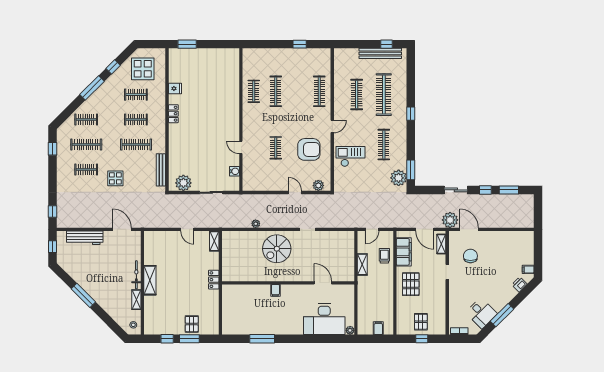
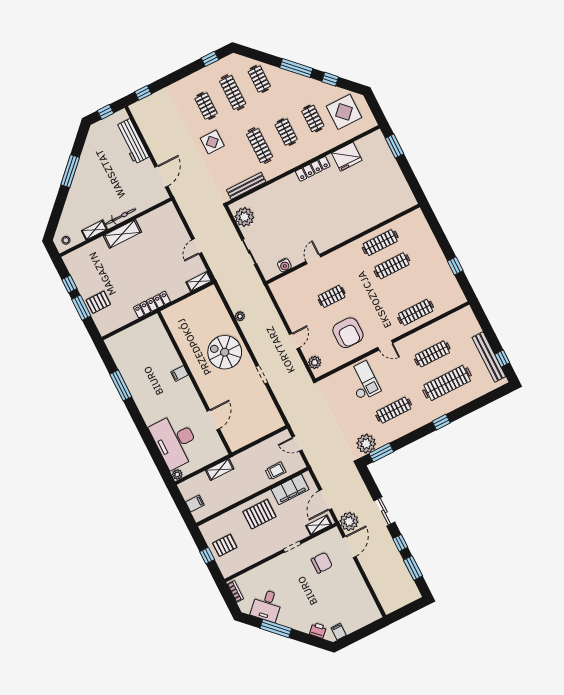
fridge: (175, 88) -> (347, 157), width x1.88, depth x1.34
clothes rail: (254, 91) -> (380, 243), width x1.36
locker: (173, 114) -> (313, 169), width x1.53
shelving: (362, 264) -> (220, 470), moved
locker: (214, 280) -> (152, 305), width x1.53

